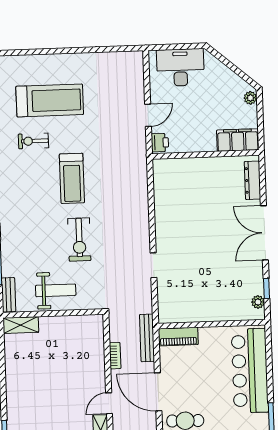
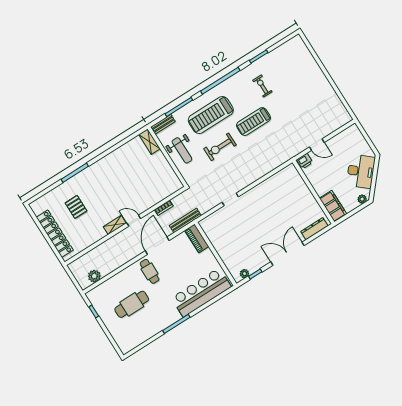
desk: (180, 67) -> (361, 171), moved, turned 41
treadmill: (50, 100) -> (211, 115), moved, turned 90

